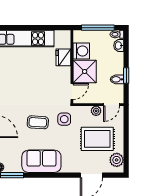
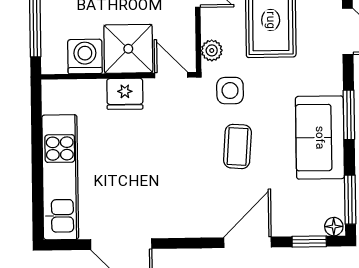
fridge: (63, 57) -> (125, 94), moved
plant: (96, 111) -> (212, 50), moved
window: (52, 175) -> (349, 115), added

